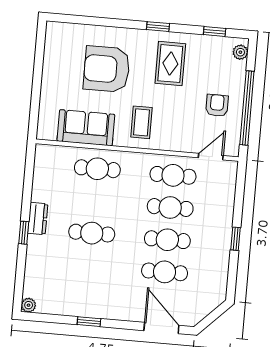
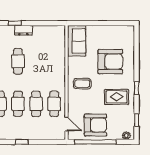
armchair: (107, 69) -> (110, 62), turned 90
armchair: (217, 105) -> (95, 125), width x1.88, depth x1.88
sofa: (86, 128) -> (77, 41), moved
cafe table: (97, 169) -> (54, 61), removed

